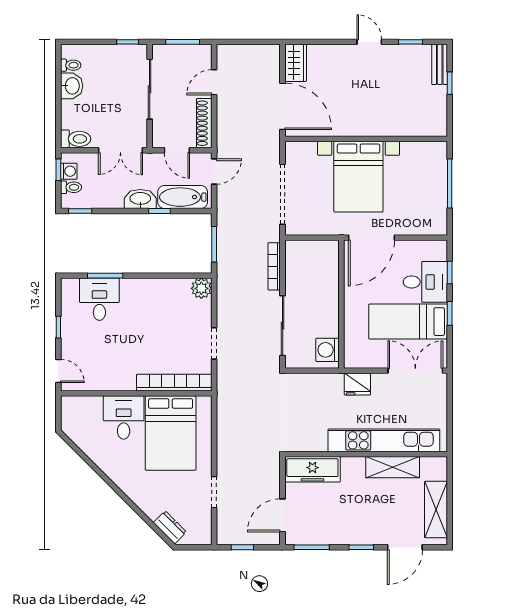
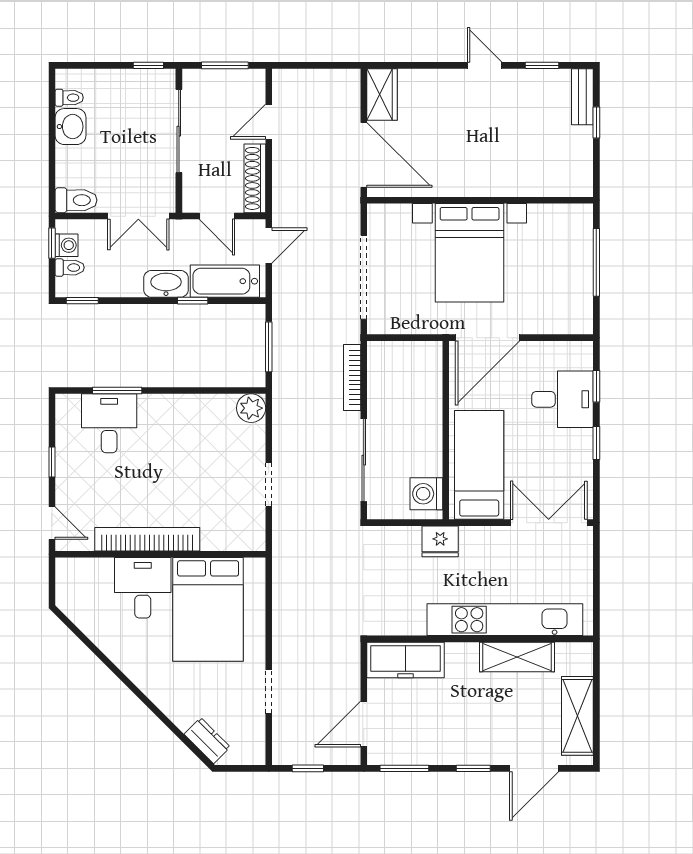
bed: (408, 322) -> (479, 465), moved, turned 90
bookcase: (174, 383) -> (147, 539), moved
fridge: (357, 384) -> (440, 541), moved

